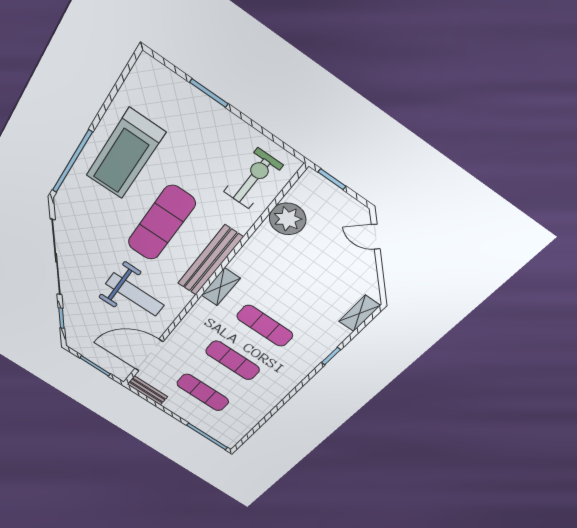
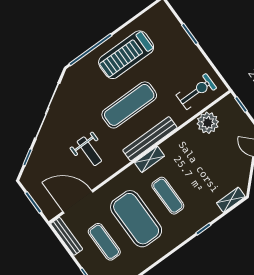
weight bench: (135, 294) -> (89, 151), width x0.73, depth x0.75
exercise mat: (233, 360) -> (136, 219), width x2.00, depth x1.45
bench: (147, 391) -> (67, 236), width x1.36

